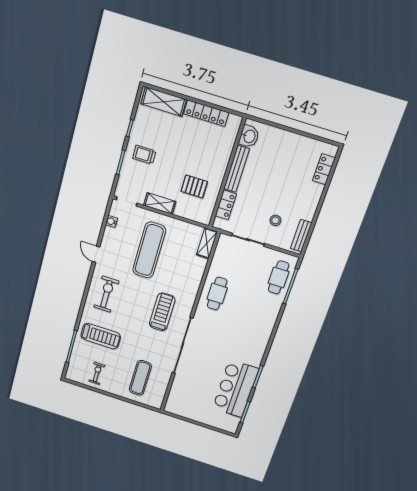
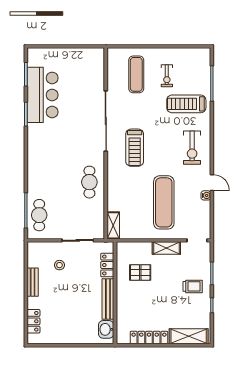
water cooler: (111, 221) -> (206, 195), moved
bench: (301, 236) -> (33, 282), moved
exercise bike: (97, 373) -> (167, 76), moved

